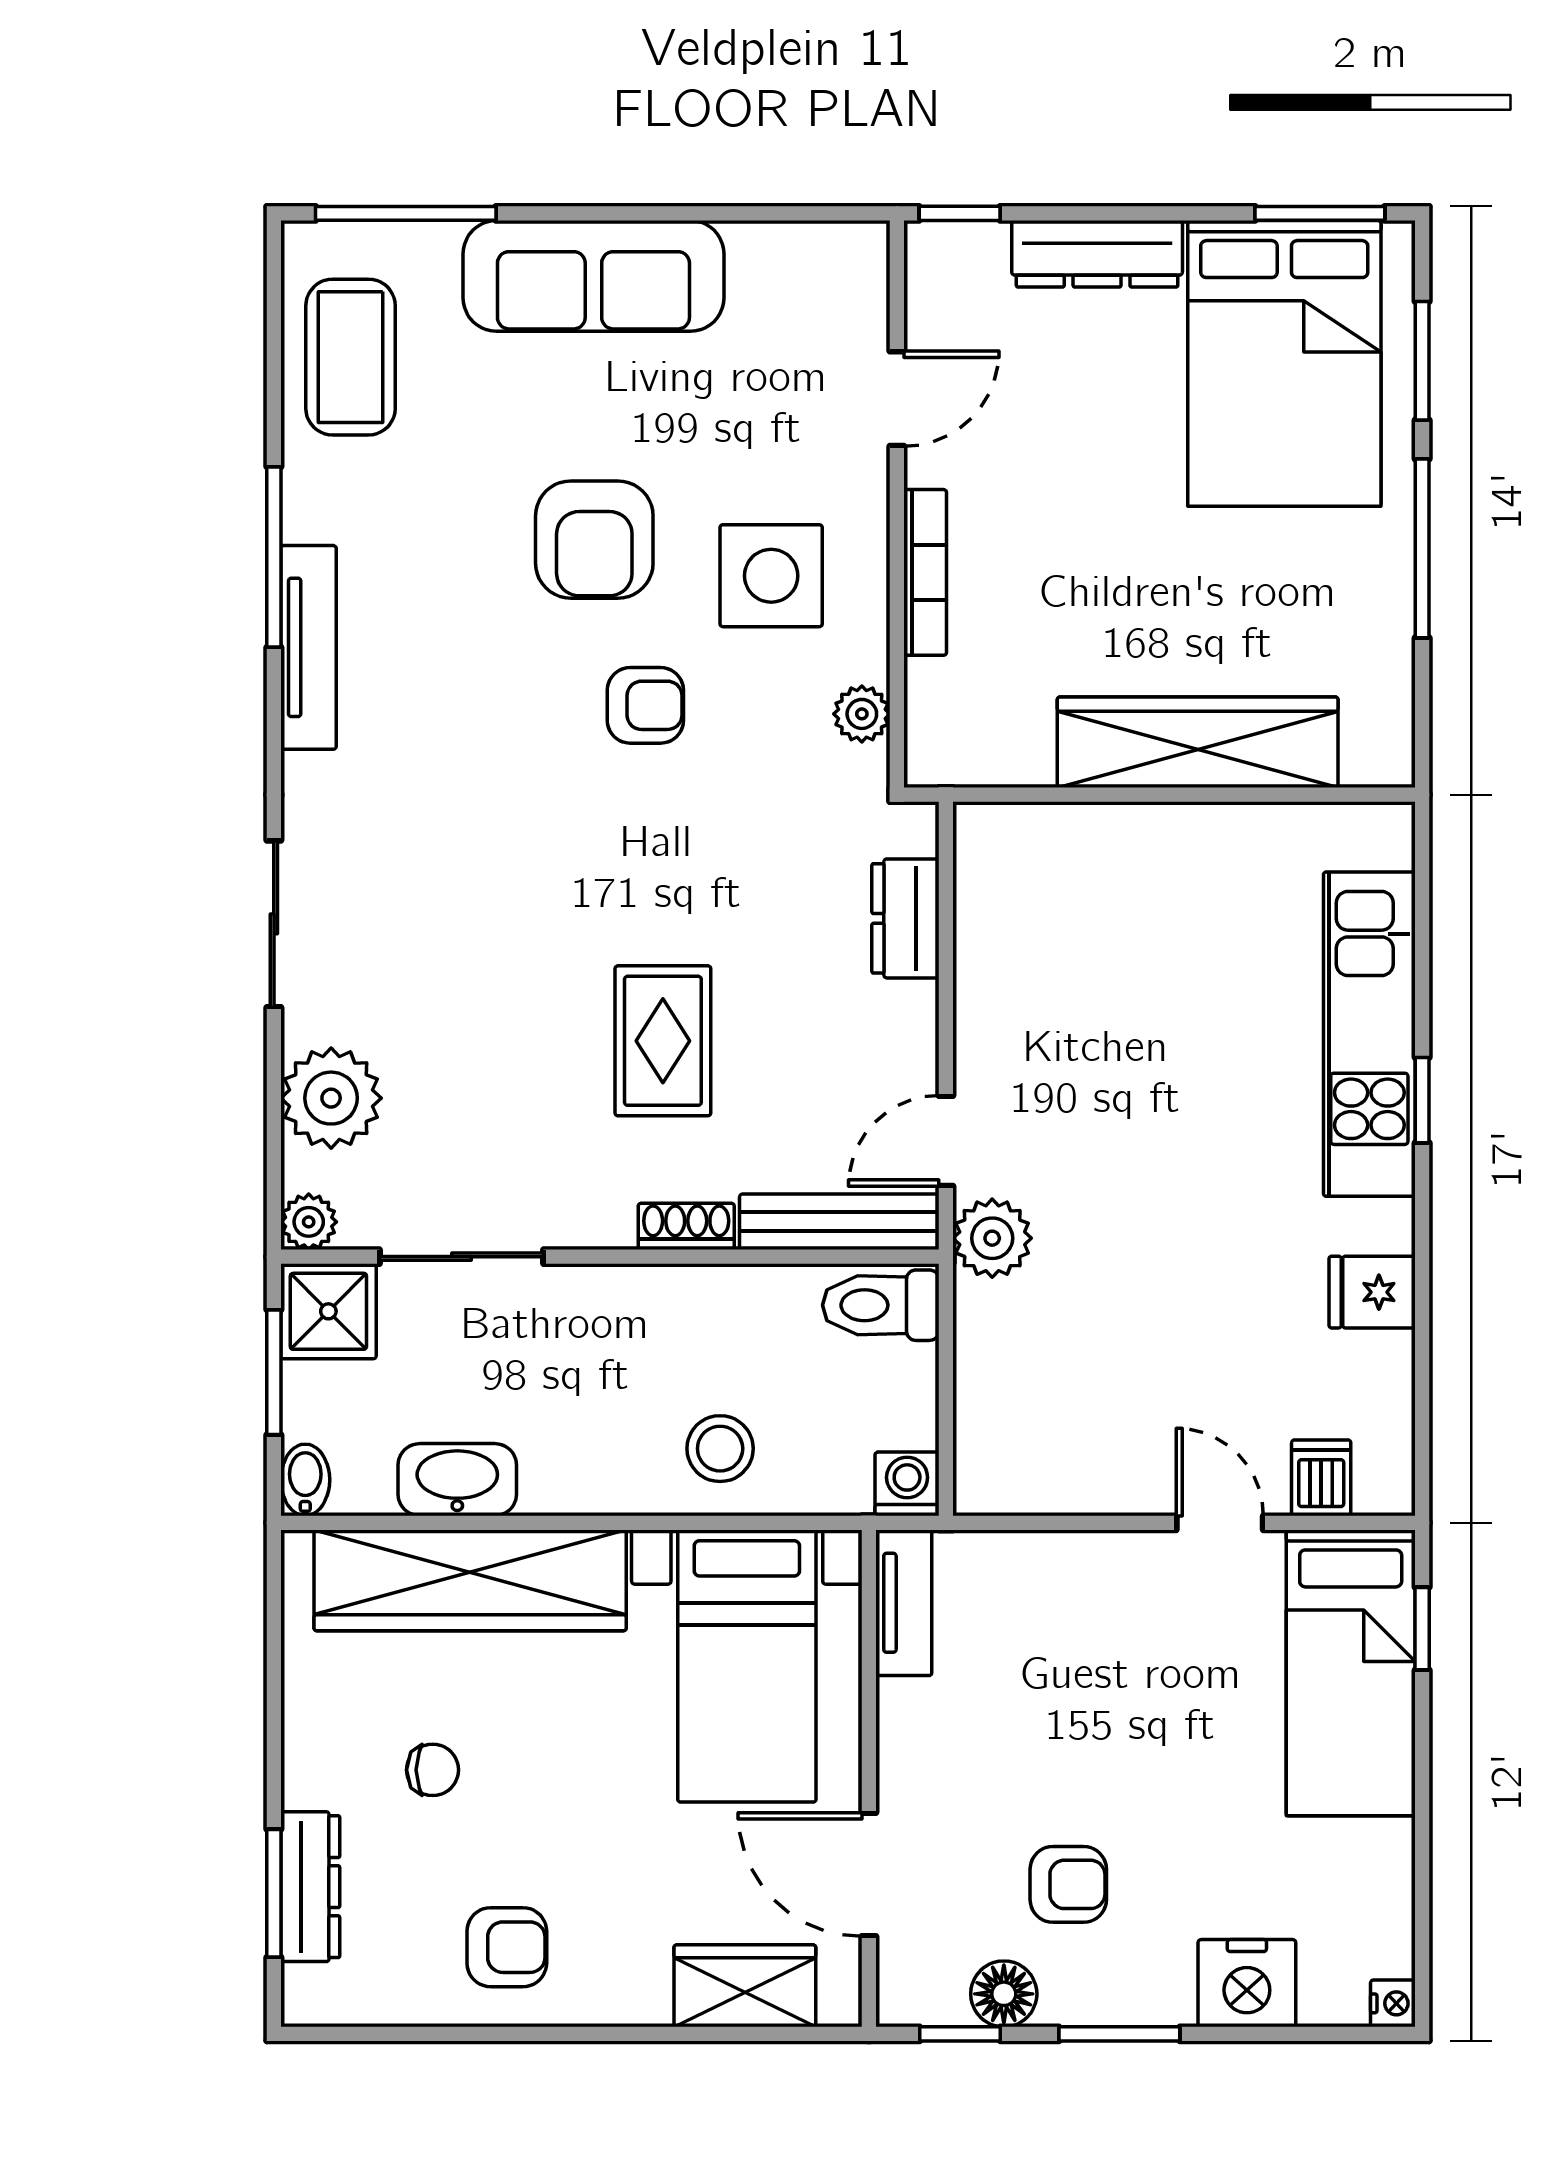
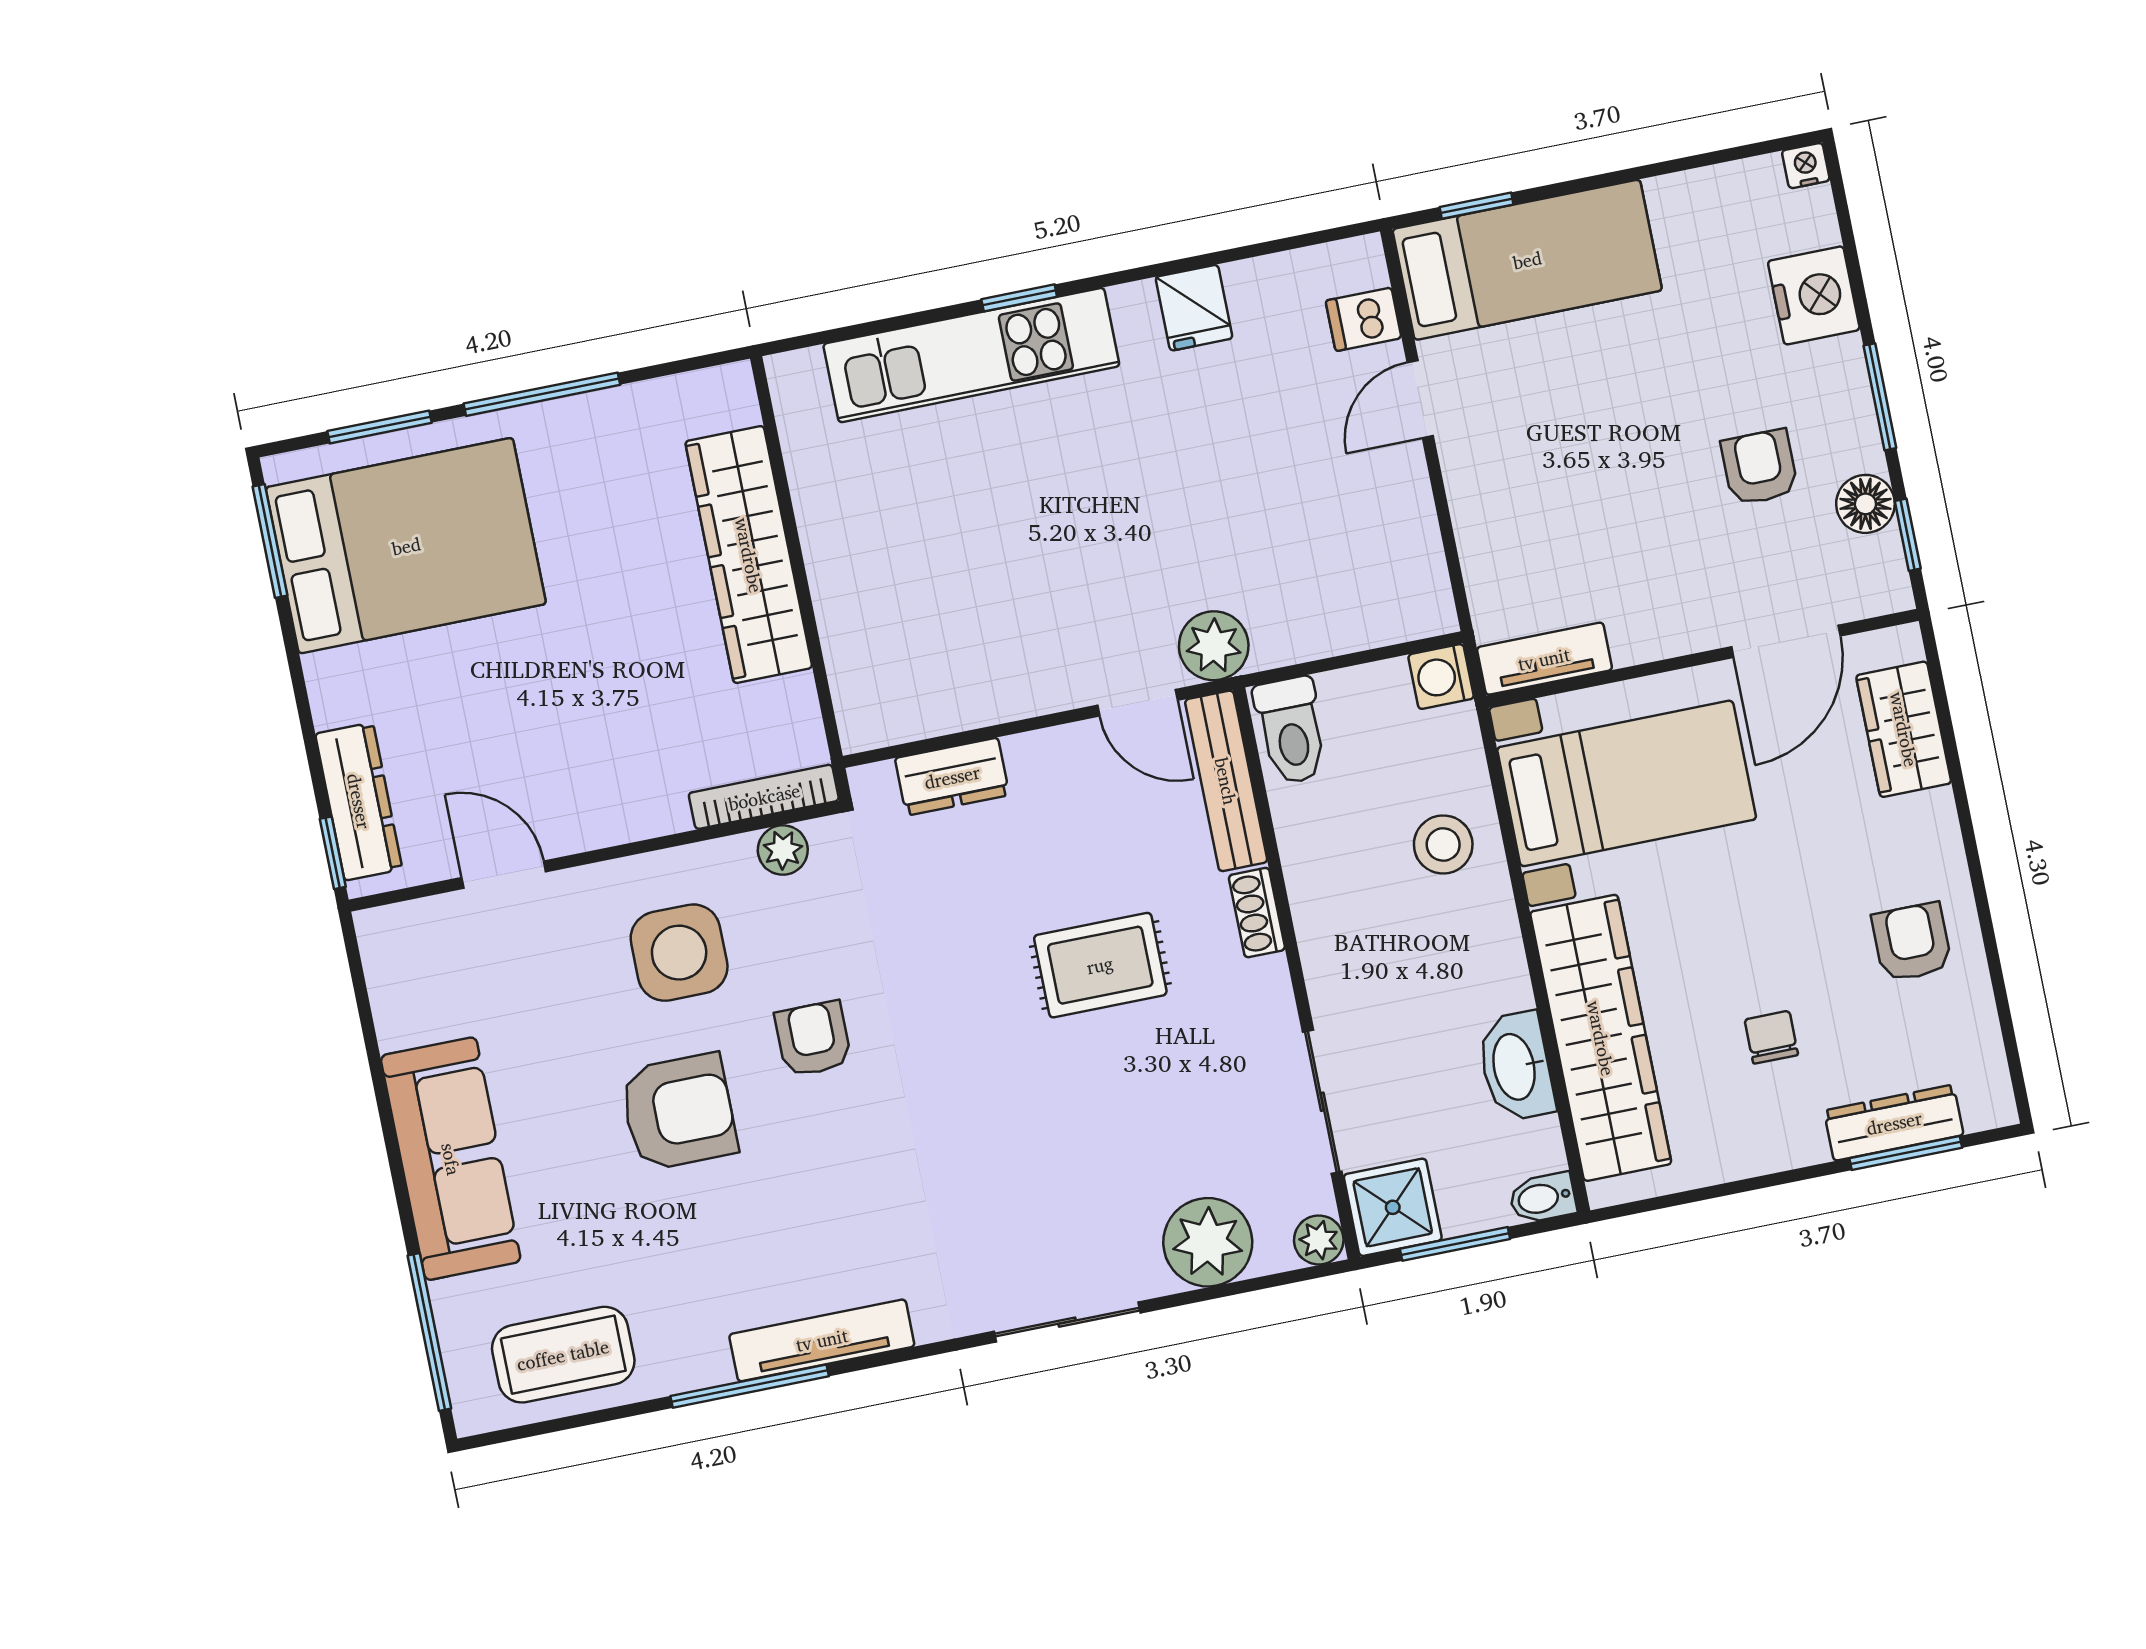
dresser: (1097, 254) -> (359, 801), moved
bookcase: (925, 572) -> (764, 797), moved

